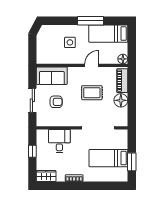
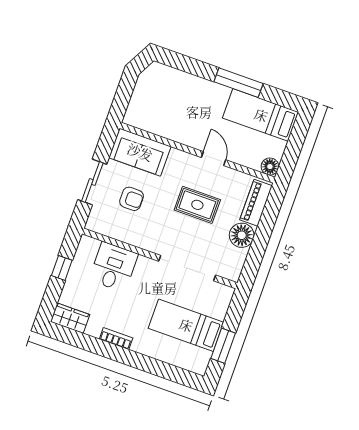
side table: (70, 42) -> (190, 107), removed
door: (92, 65) -> (214, 159), hinge flipped

